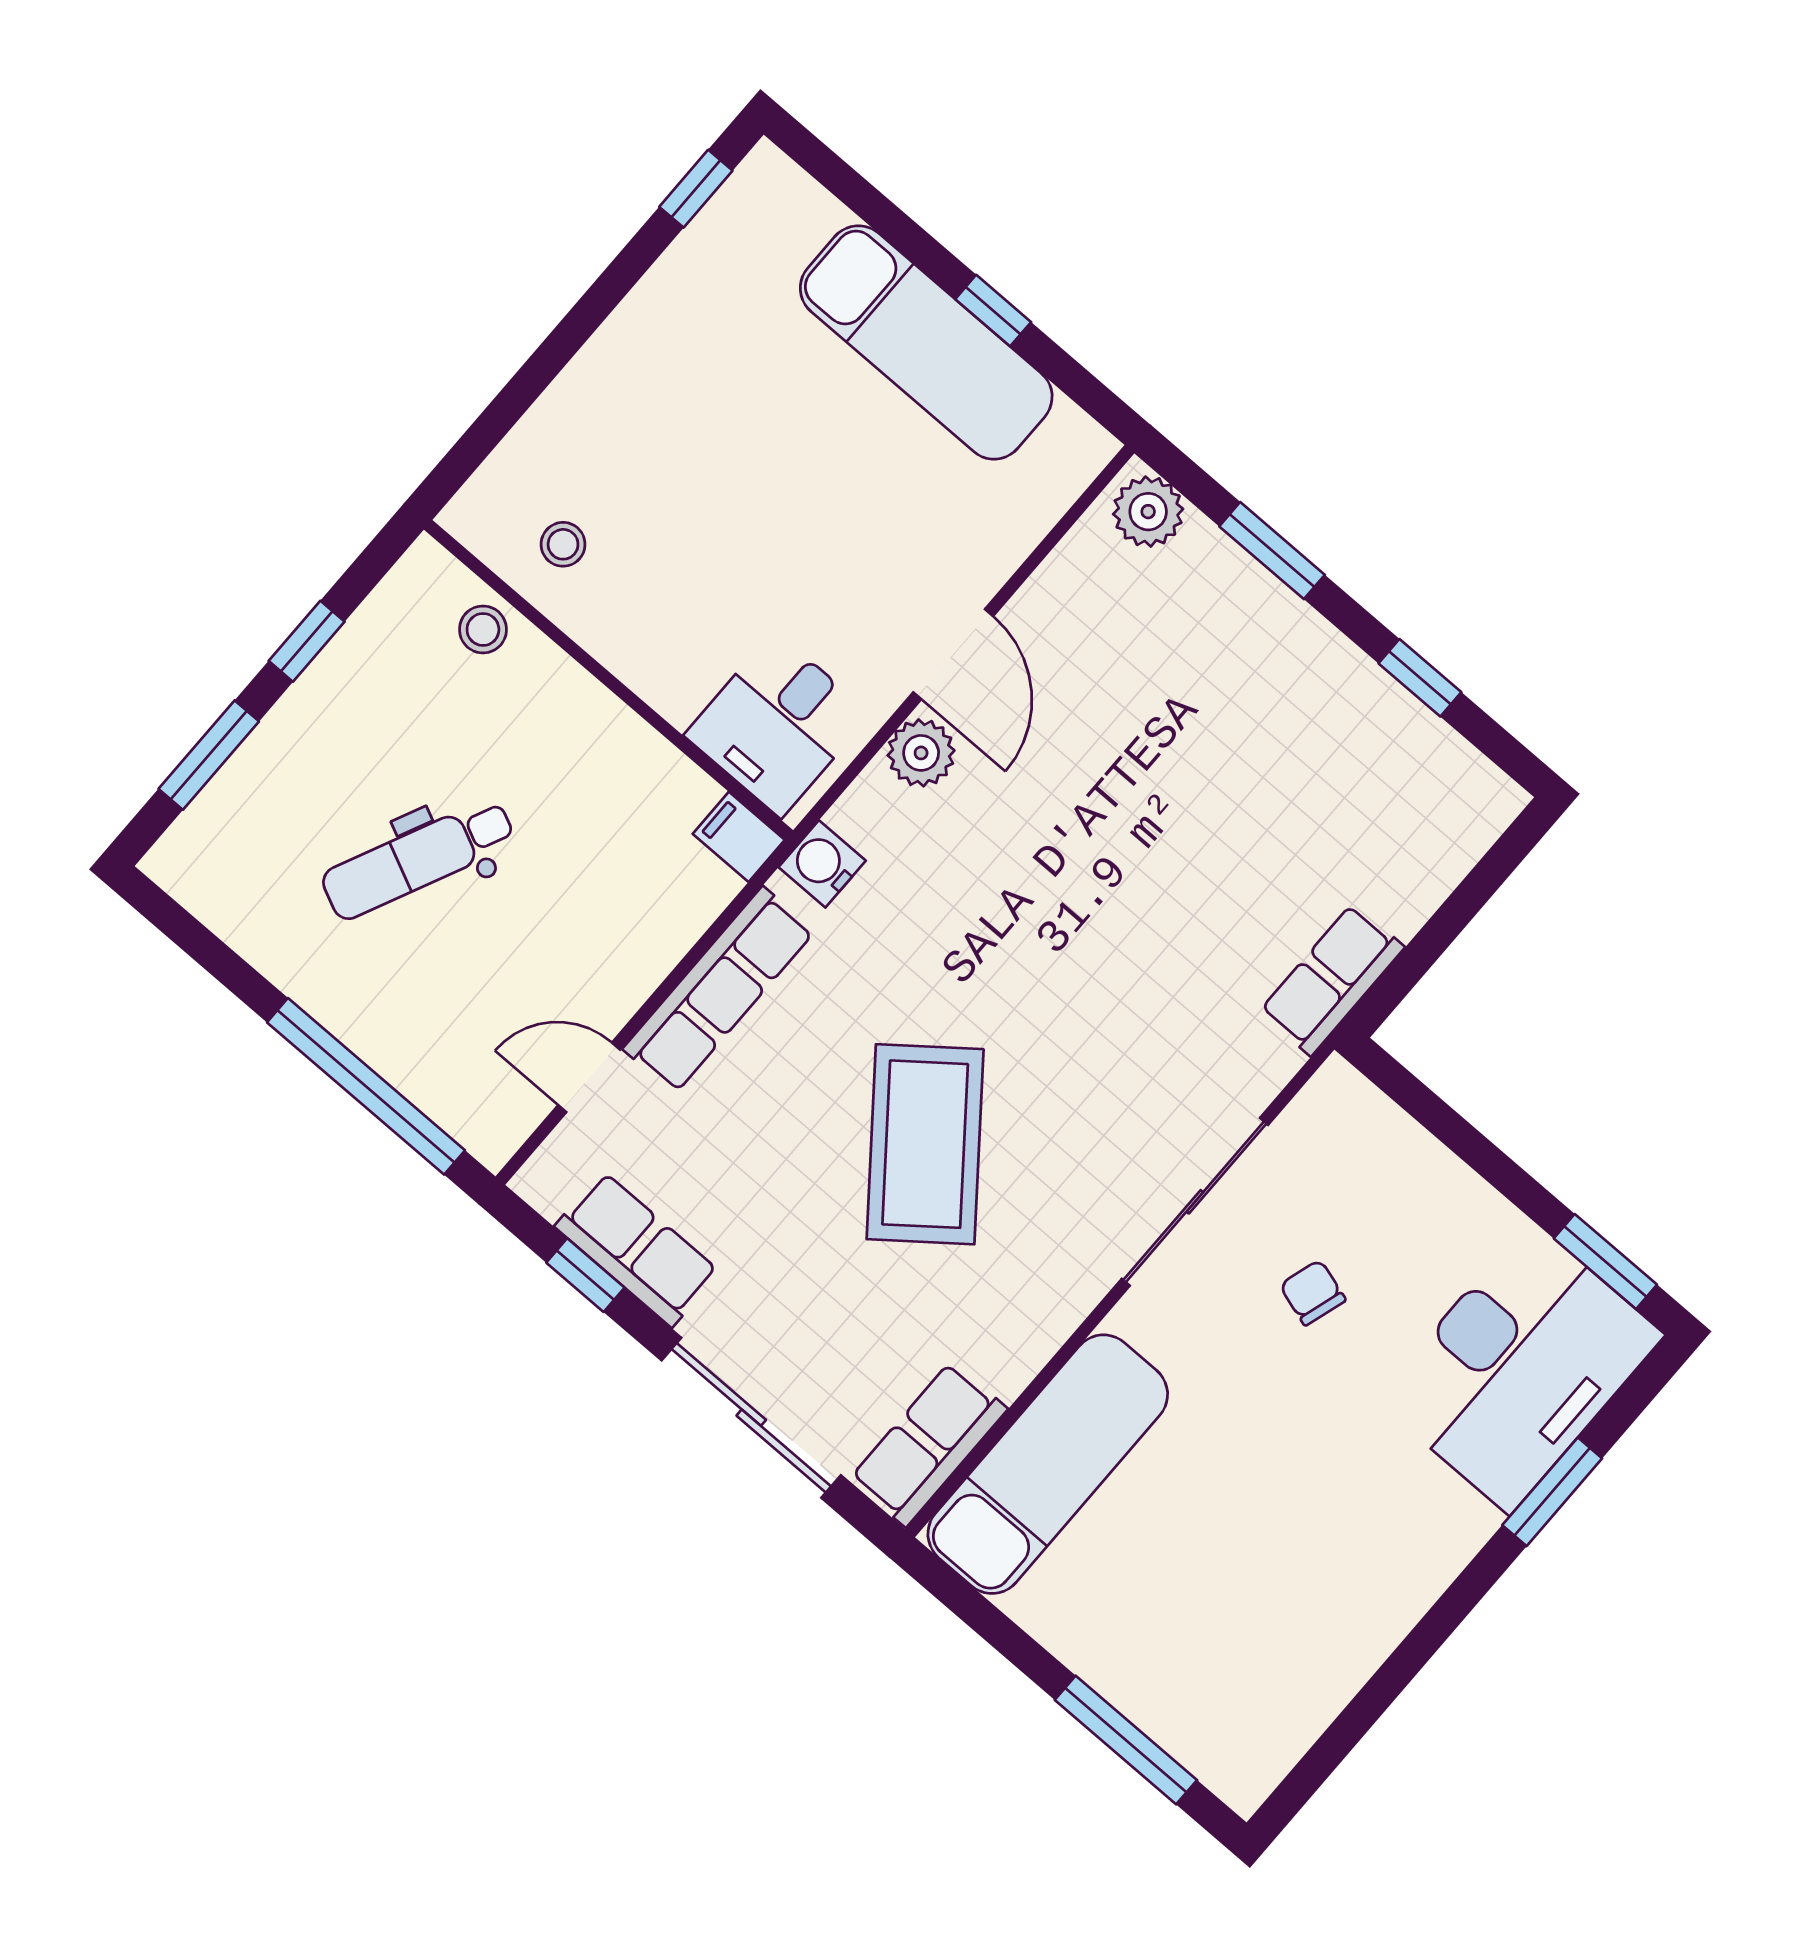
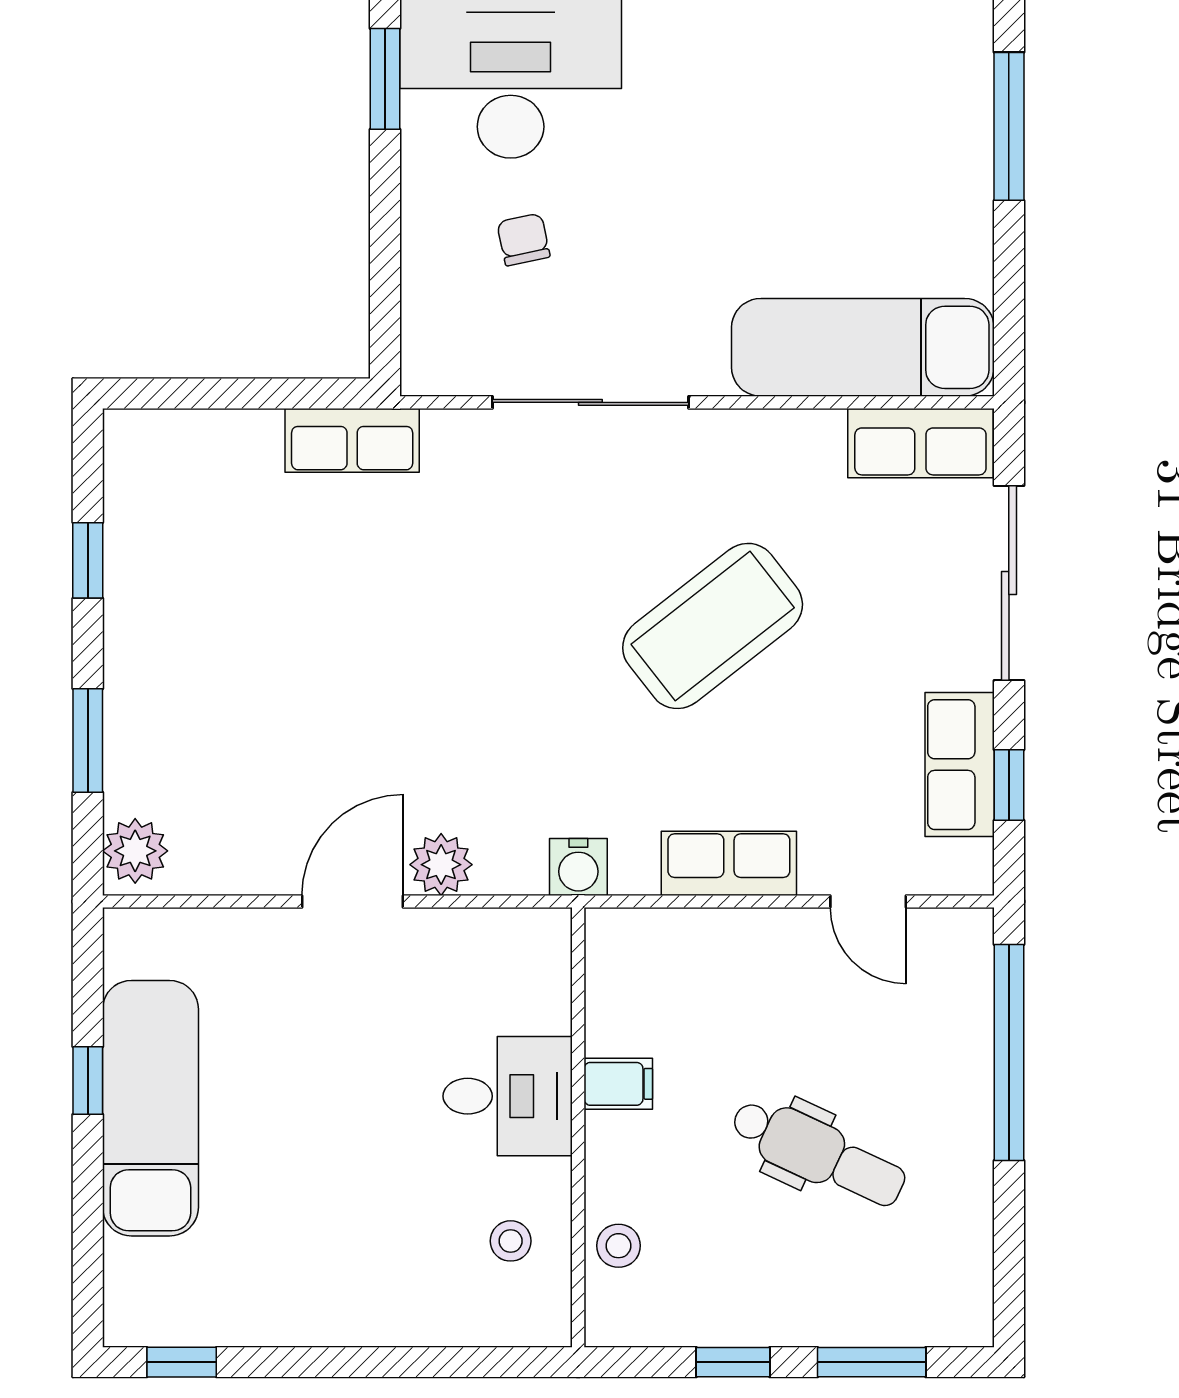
desk: (777, 725) -> (508, 1096), moved
filing cabinet: (739, 837) -> (618, 1084), moved, turned -90
row of seats: (719, 990) -> (729, 863), width x0.68
chair: (1313, 1293) -> (523, 240), moved, turned 151

